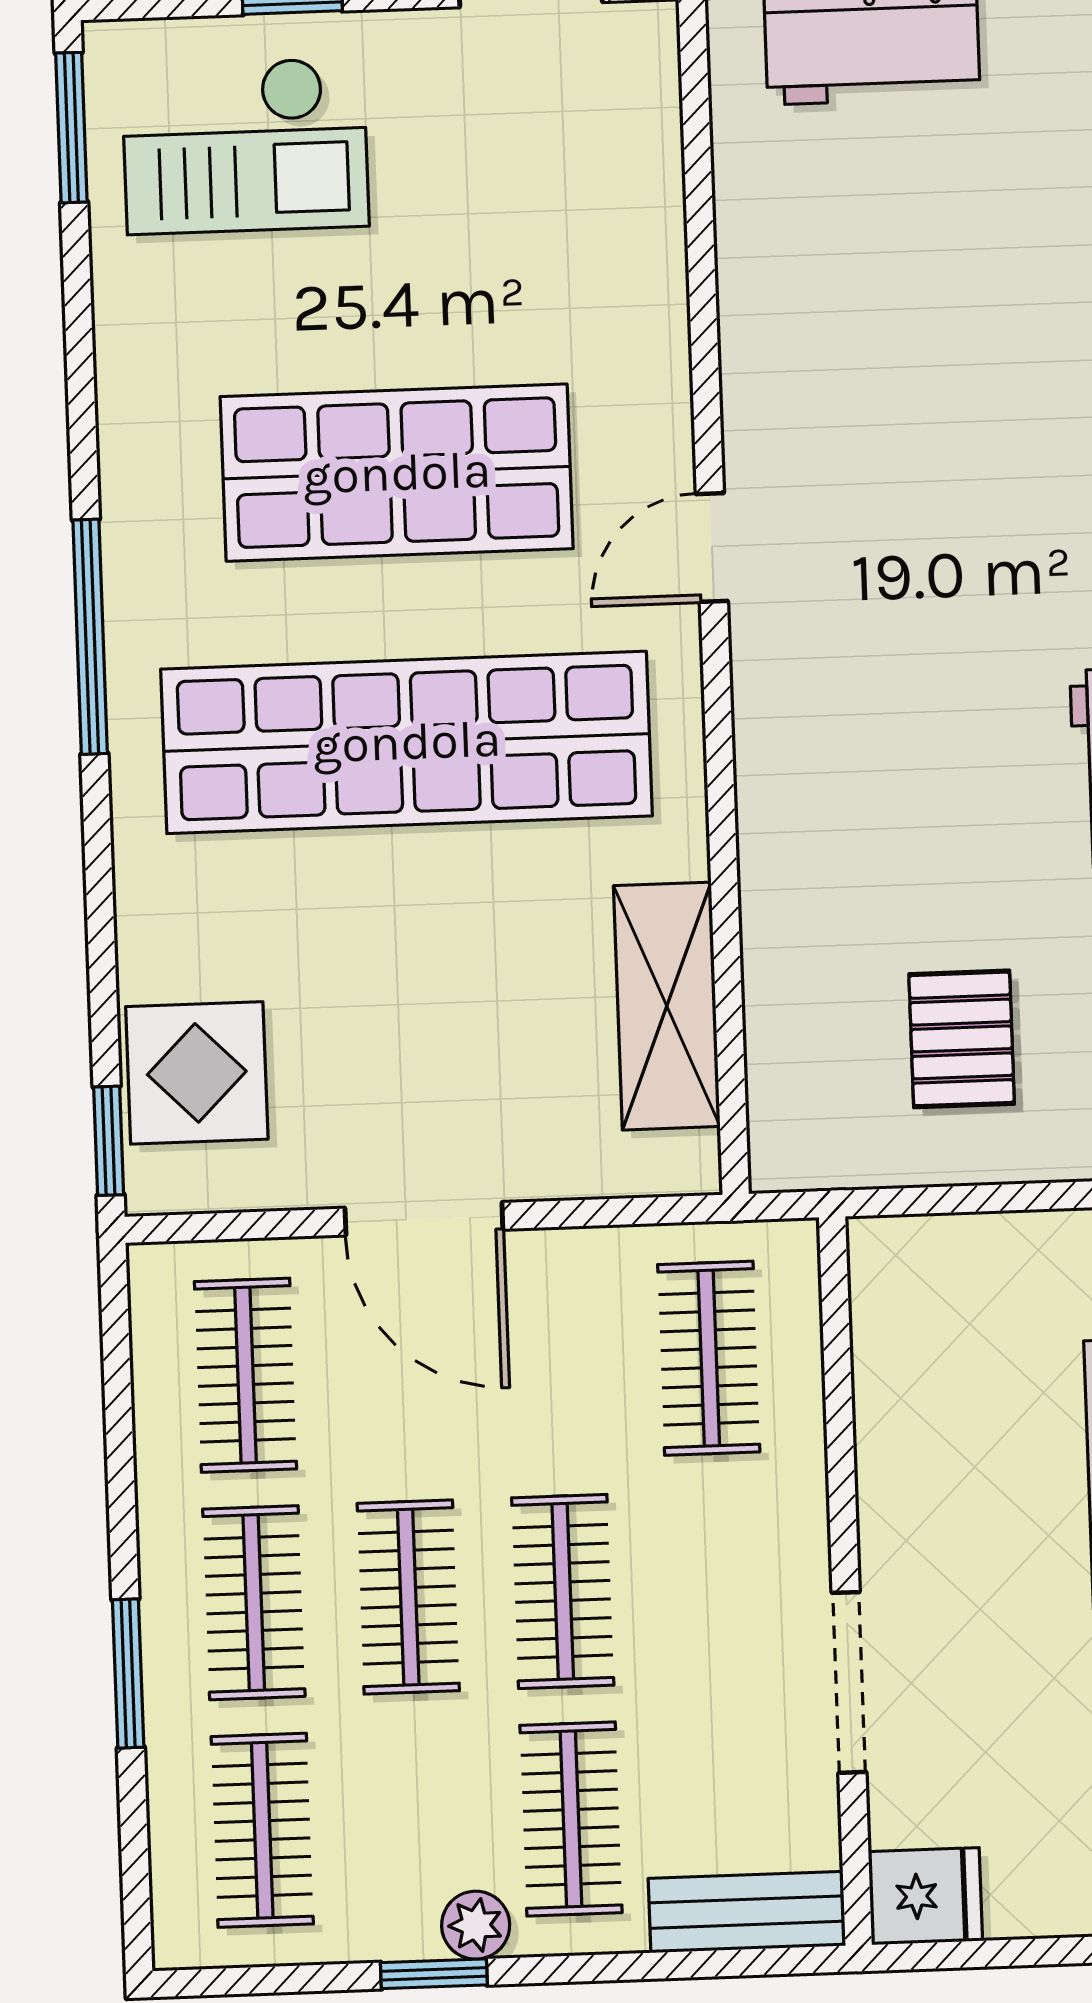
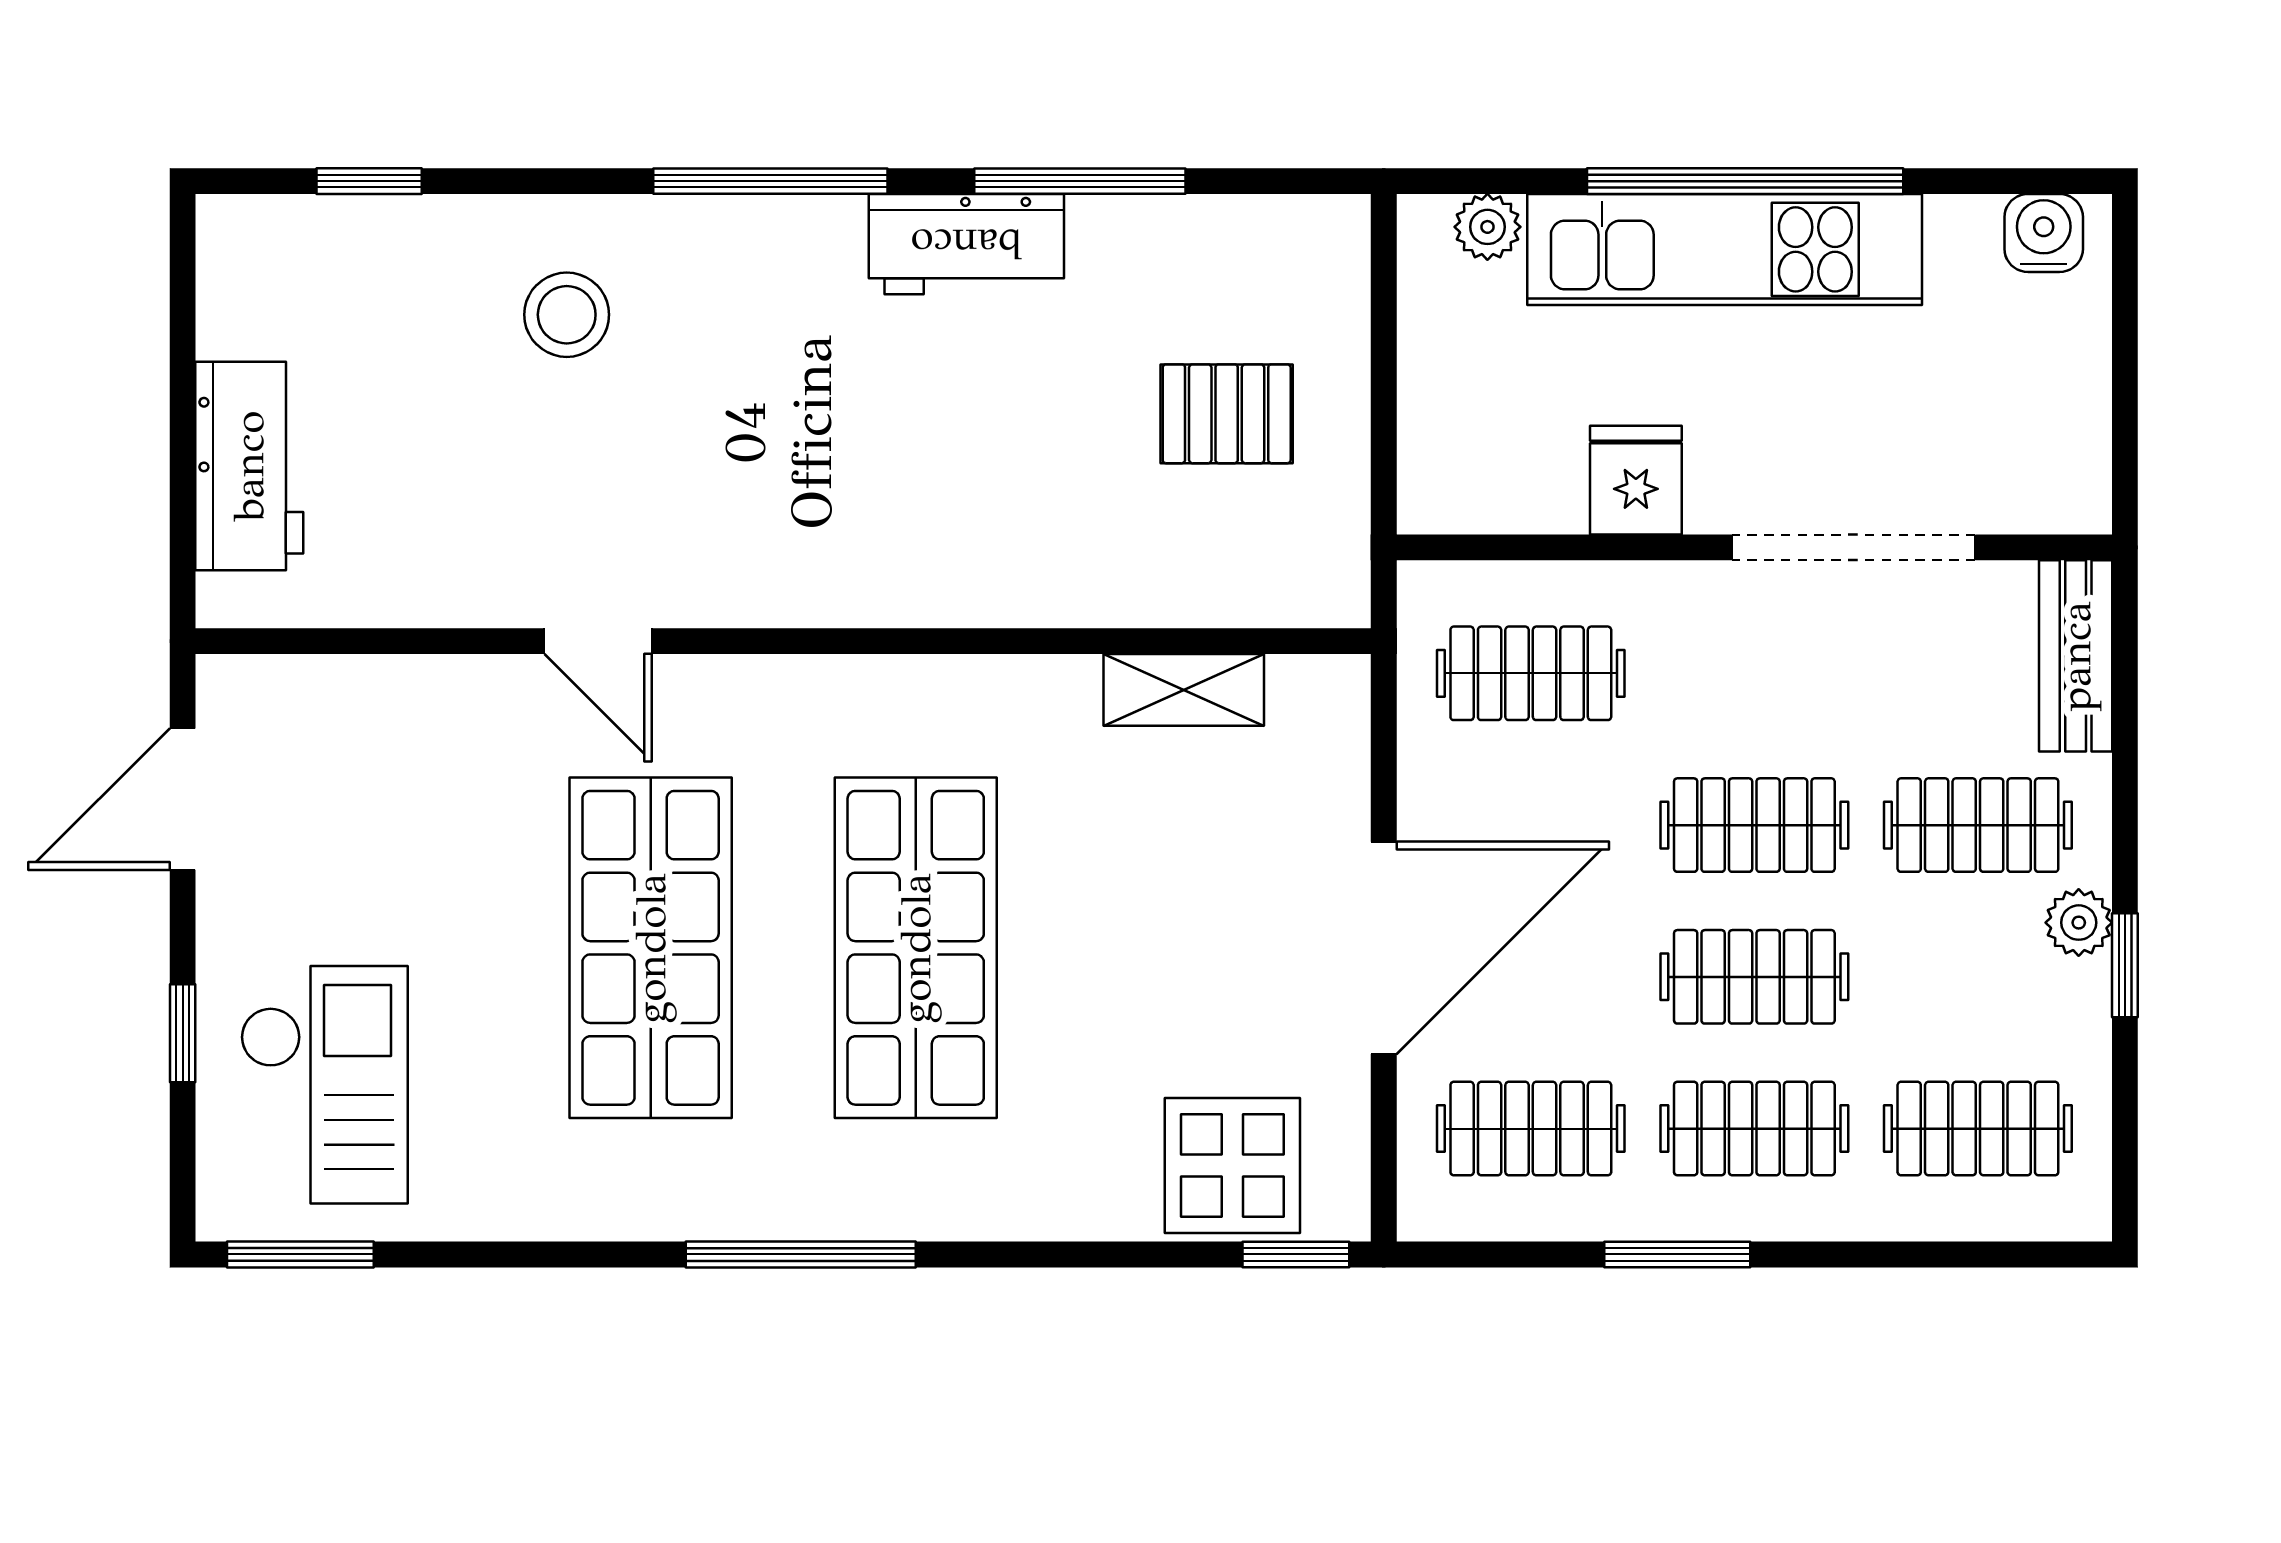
stool: (1038, 364) -> (567, 315), added
door: (712, 547) -> (598, 641), moved
shop shelf: (407, 742) -> (916, 948), width x0.71
shelving: (667, 1006) -> (1184, 690), width x0.67, depth x0.75
door: (424, 1219) -> (1384, 948), width x1.36
window: (128, 1673) -> (1677, 1254), moved
doorway: (849, 1682) -> (1854, 547), width x1.36
fridge: (925, 1896) -> (1636, 480), moved

